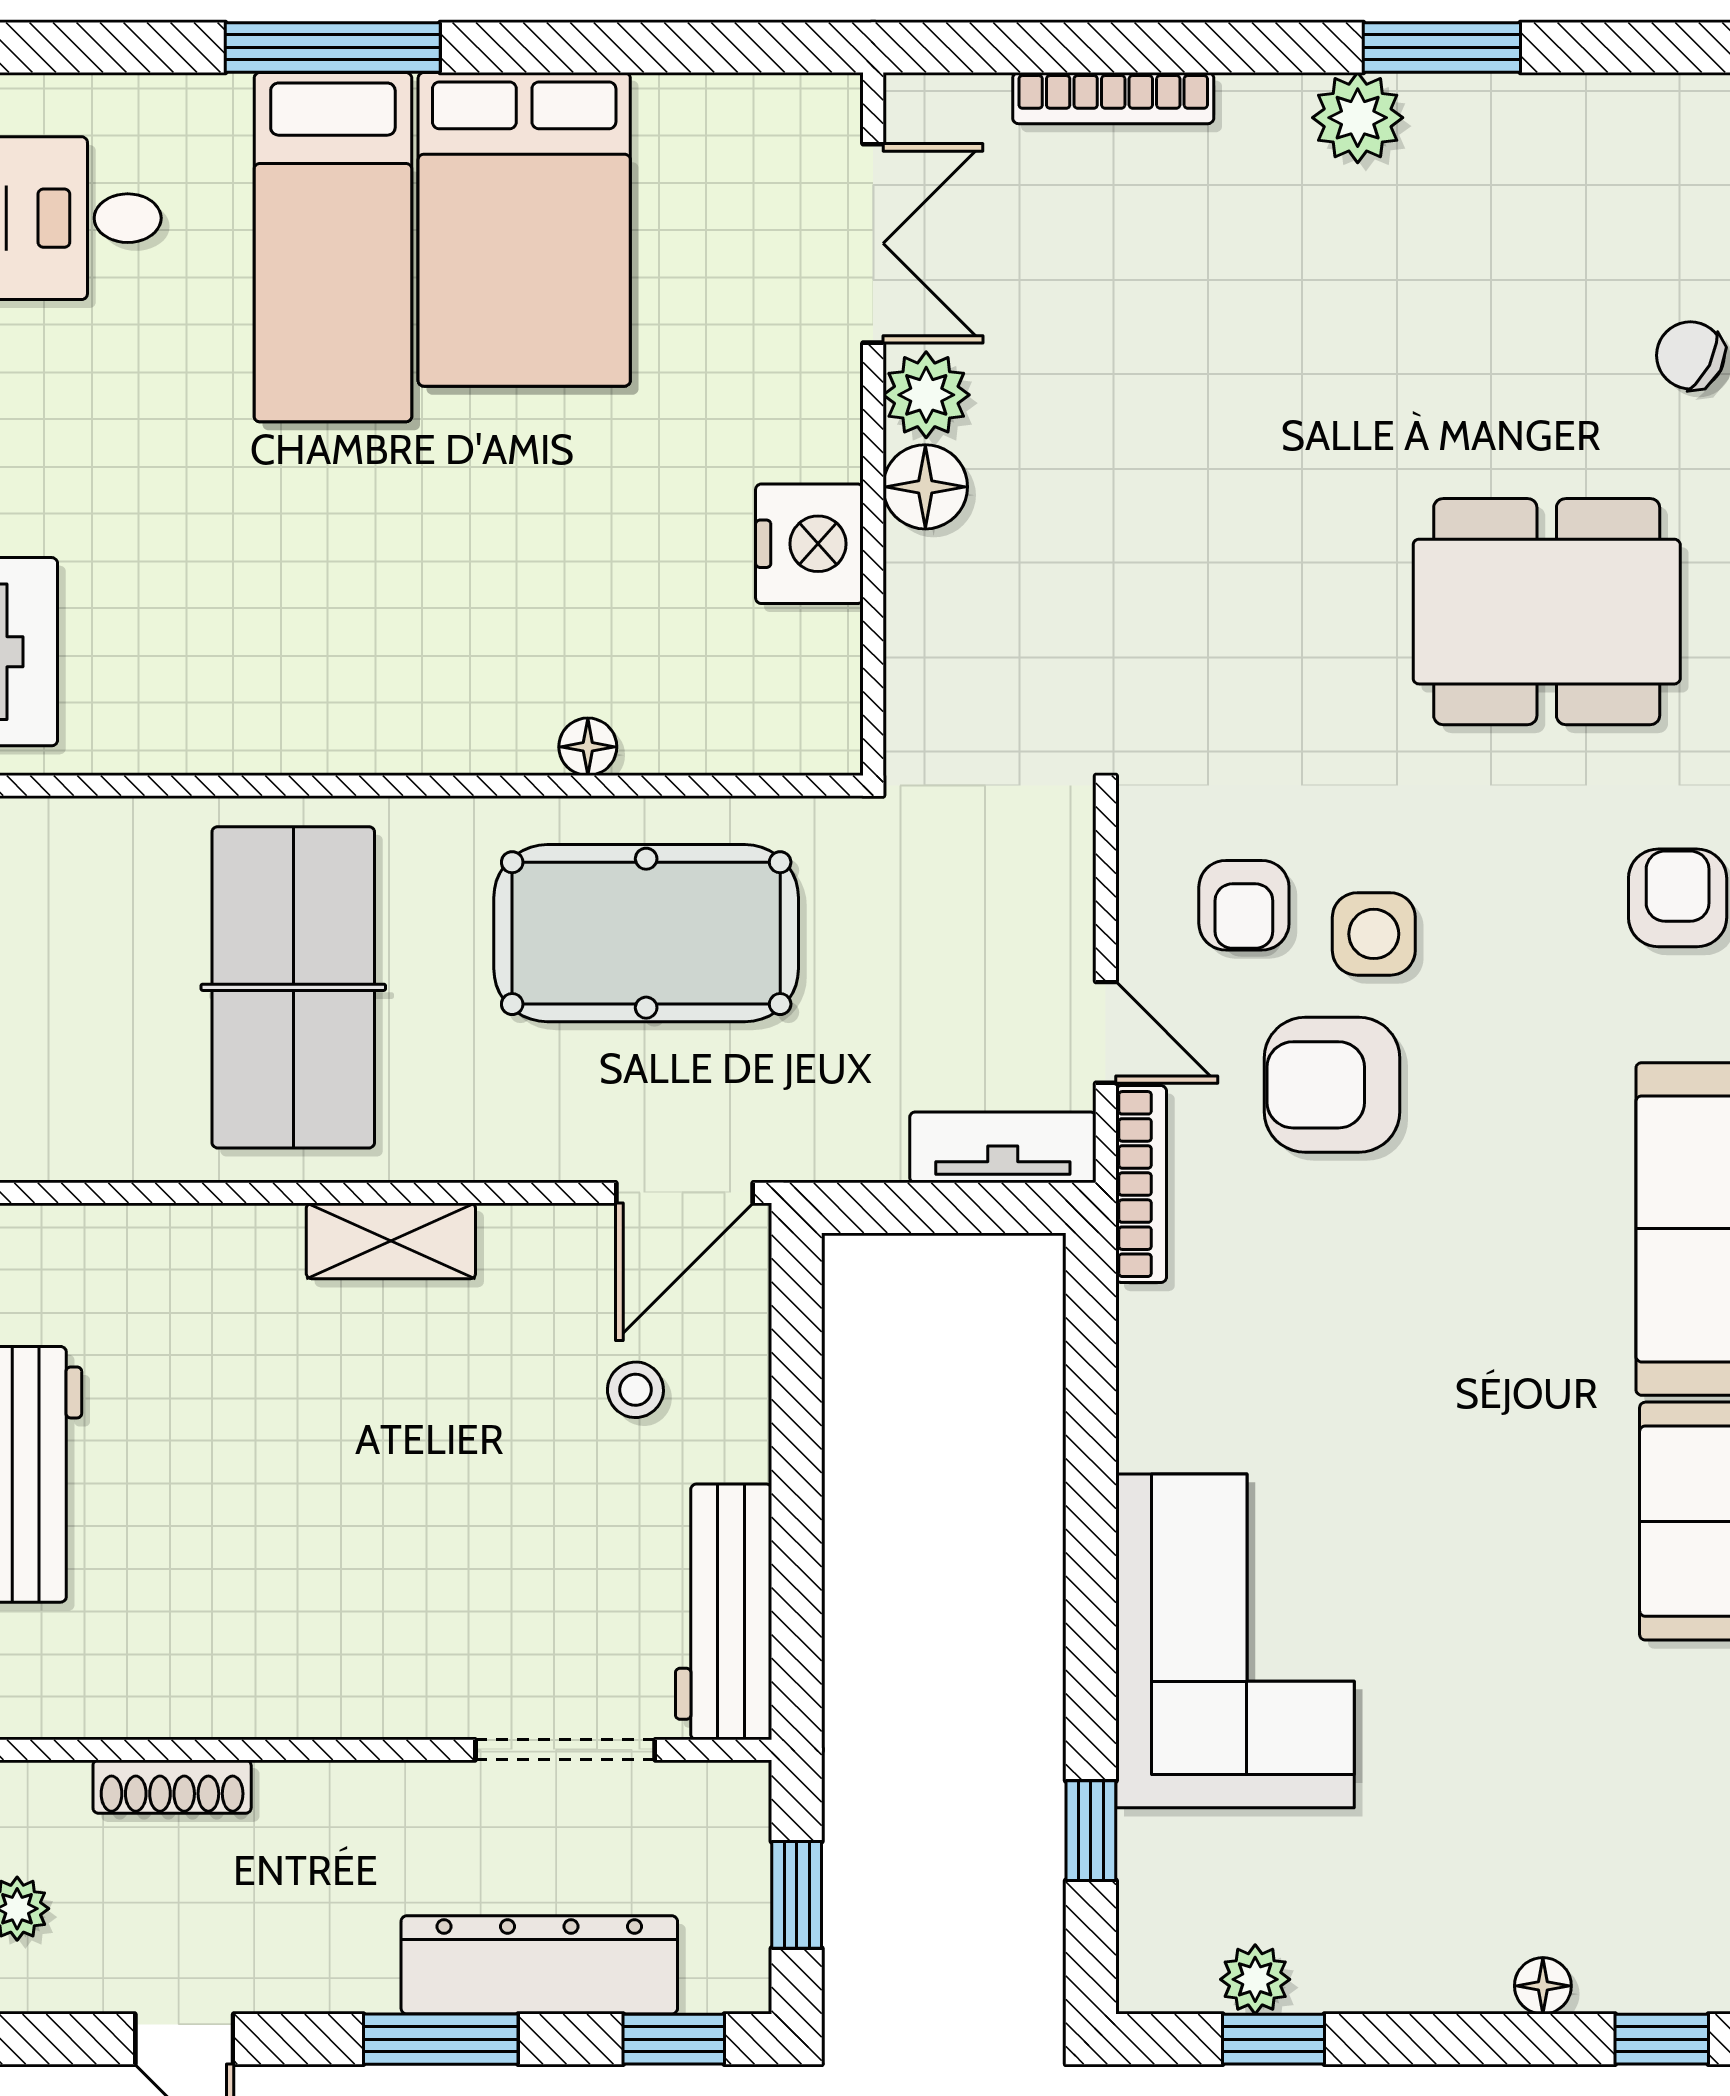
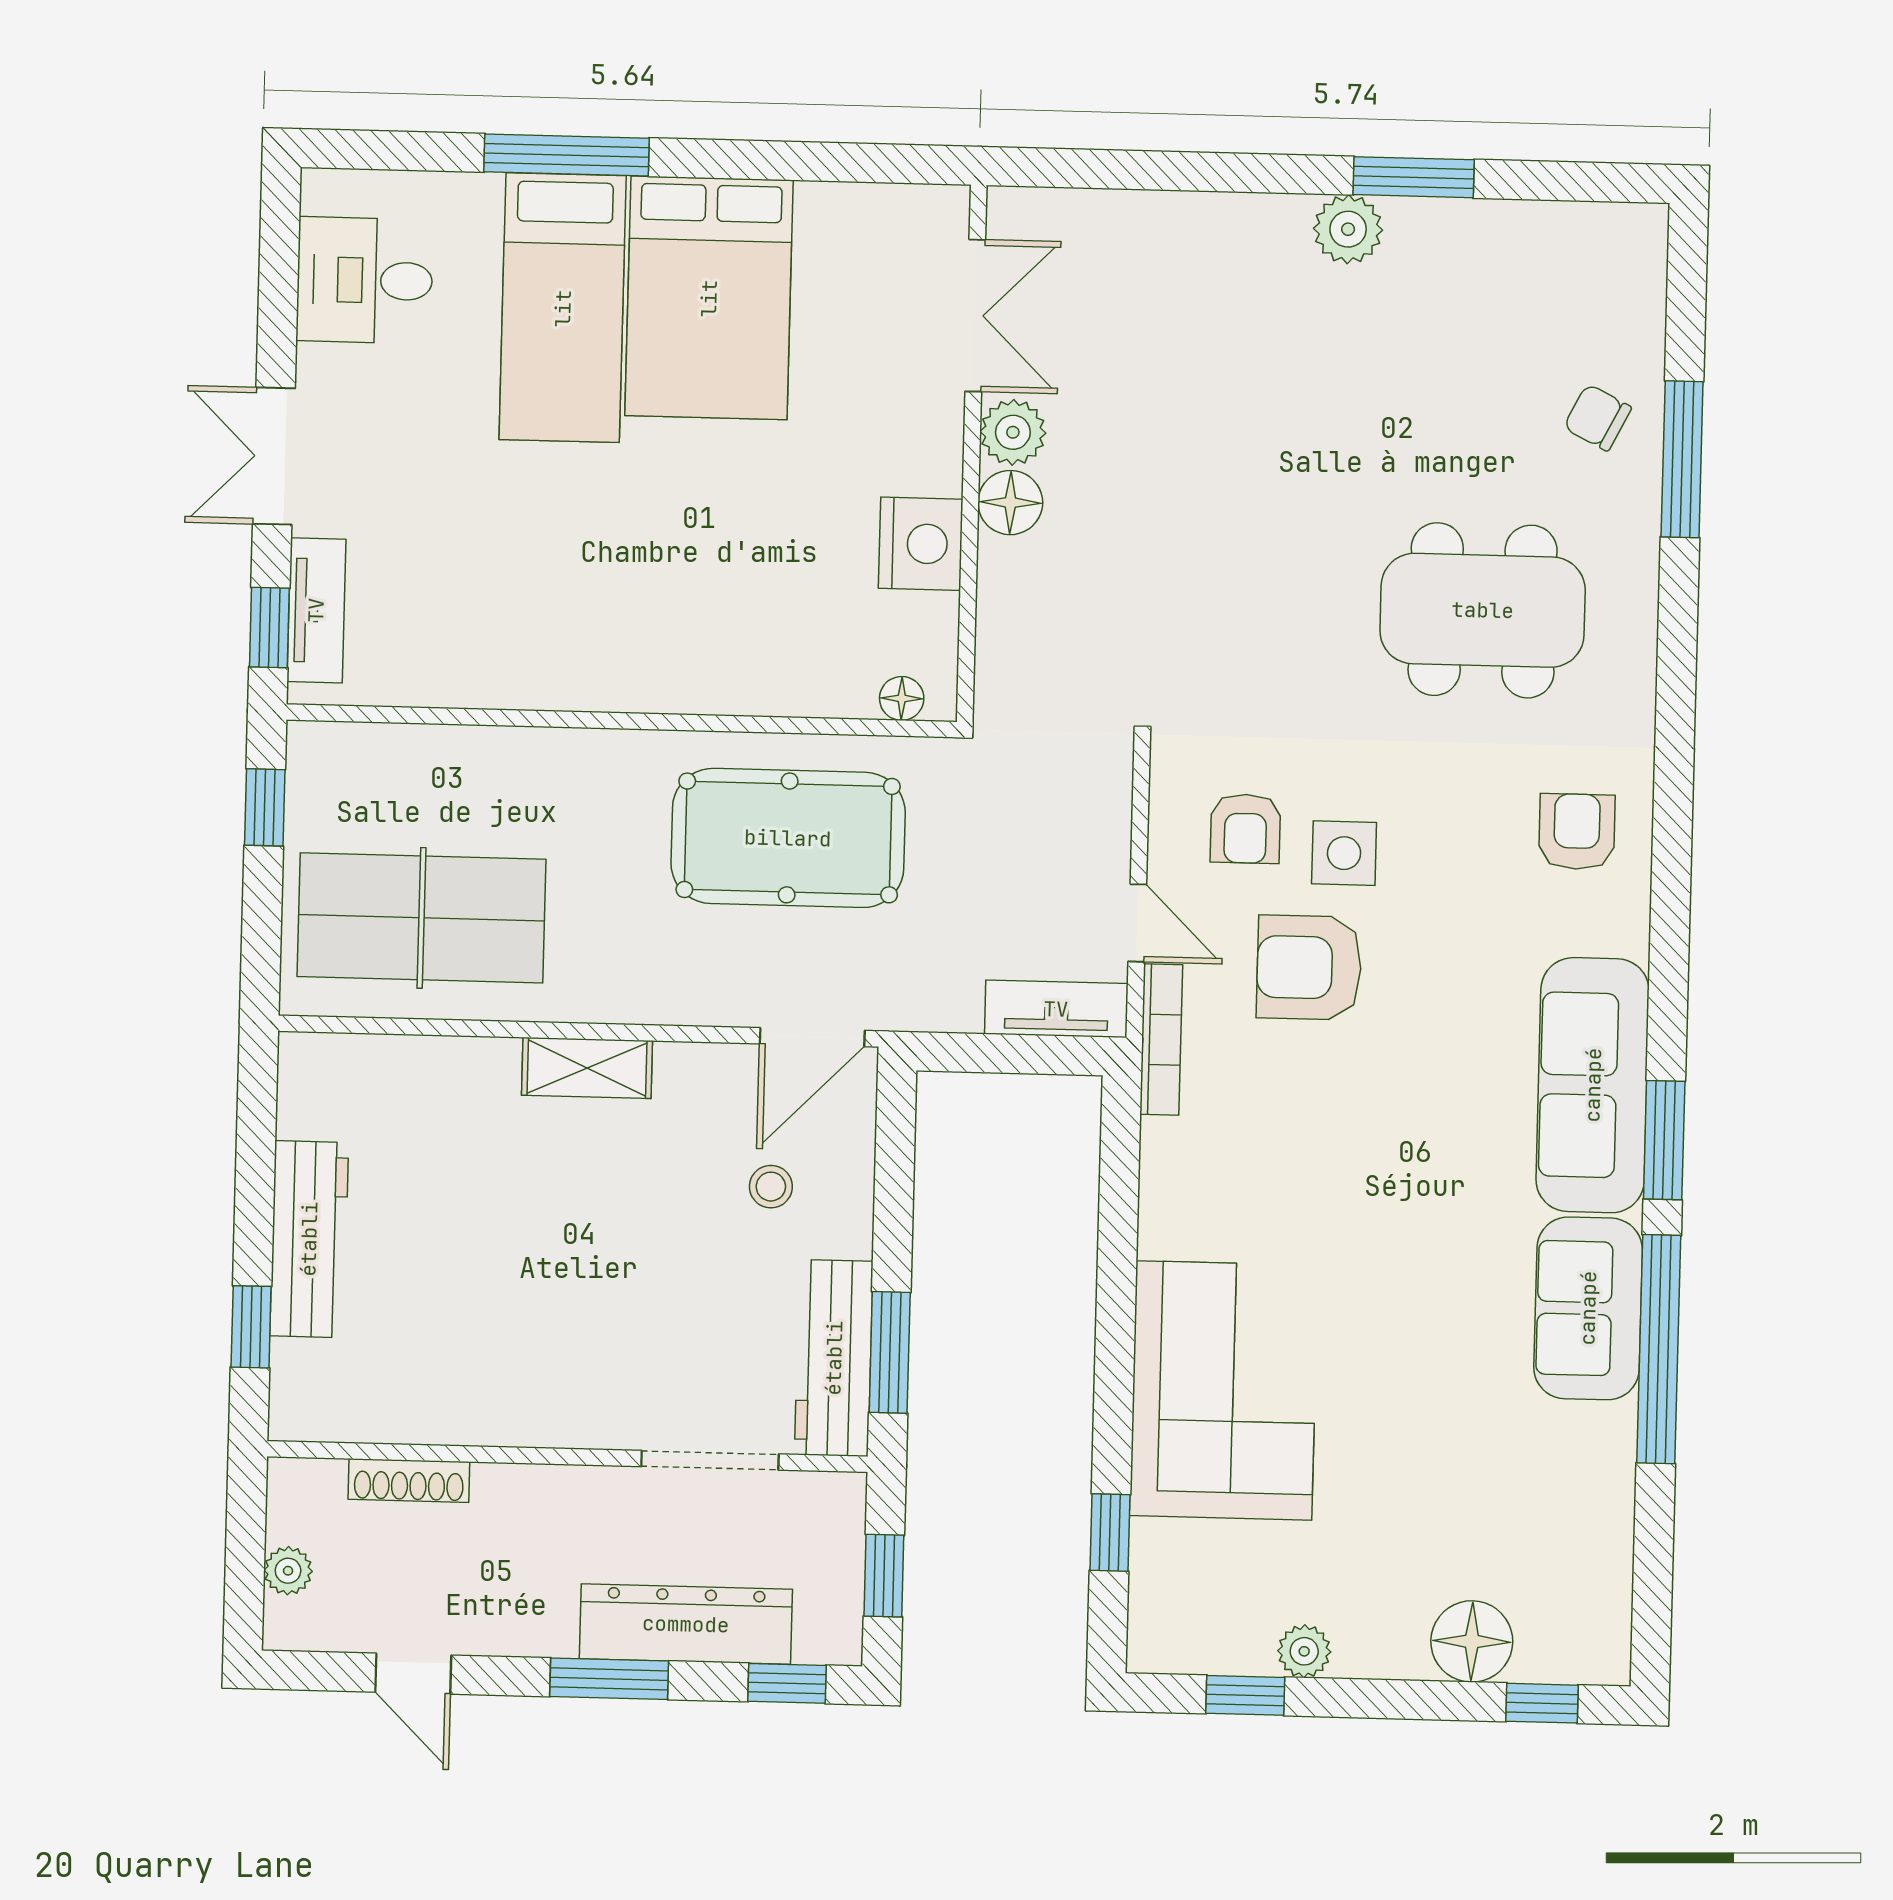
bookcase: (1113, 98) -> (1162, 209), removed
floor lamp: (588, 747) -> (902, 698), moved
table tennis table: (293, 987) -> (422, 918), moved, turned 90
window: (797, 1603) -> (890, 1352), added
plant: (1255, 1979) -> (1304, 1651), moved
floor lamp: (1543, 1986) -> (1472, 1641), width x1.89, depth x1.89

